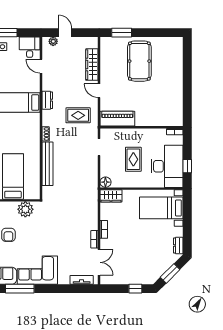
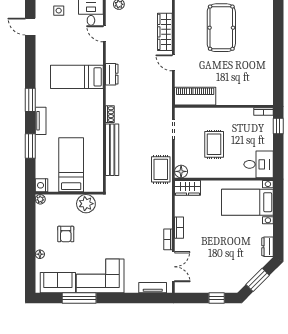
rug: (78, 115) -> (161, 169), moved, turned 90
desk: (167, 166) -> (259, 164), width x0.53, depth x0.77
window: (187, 166) -> (278, 126), moved

